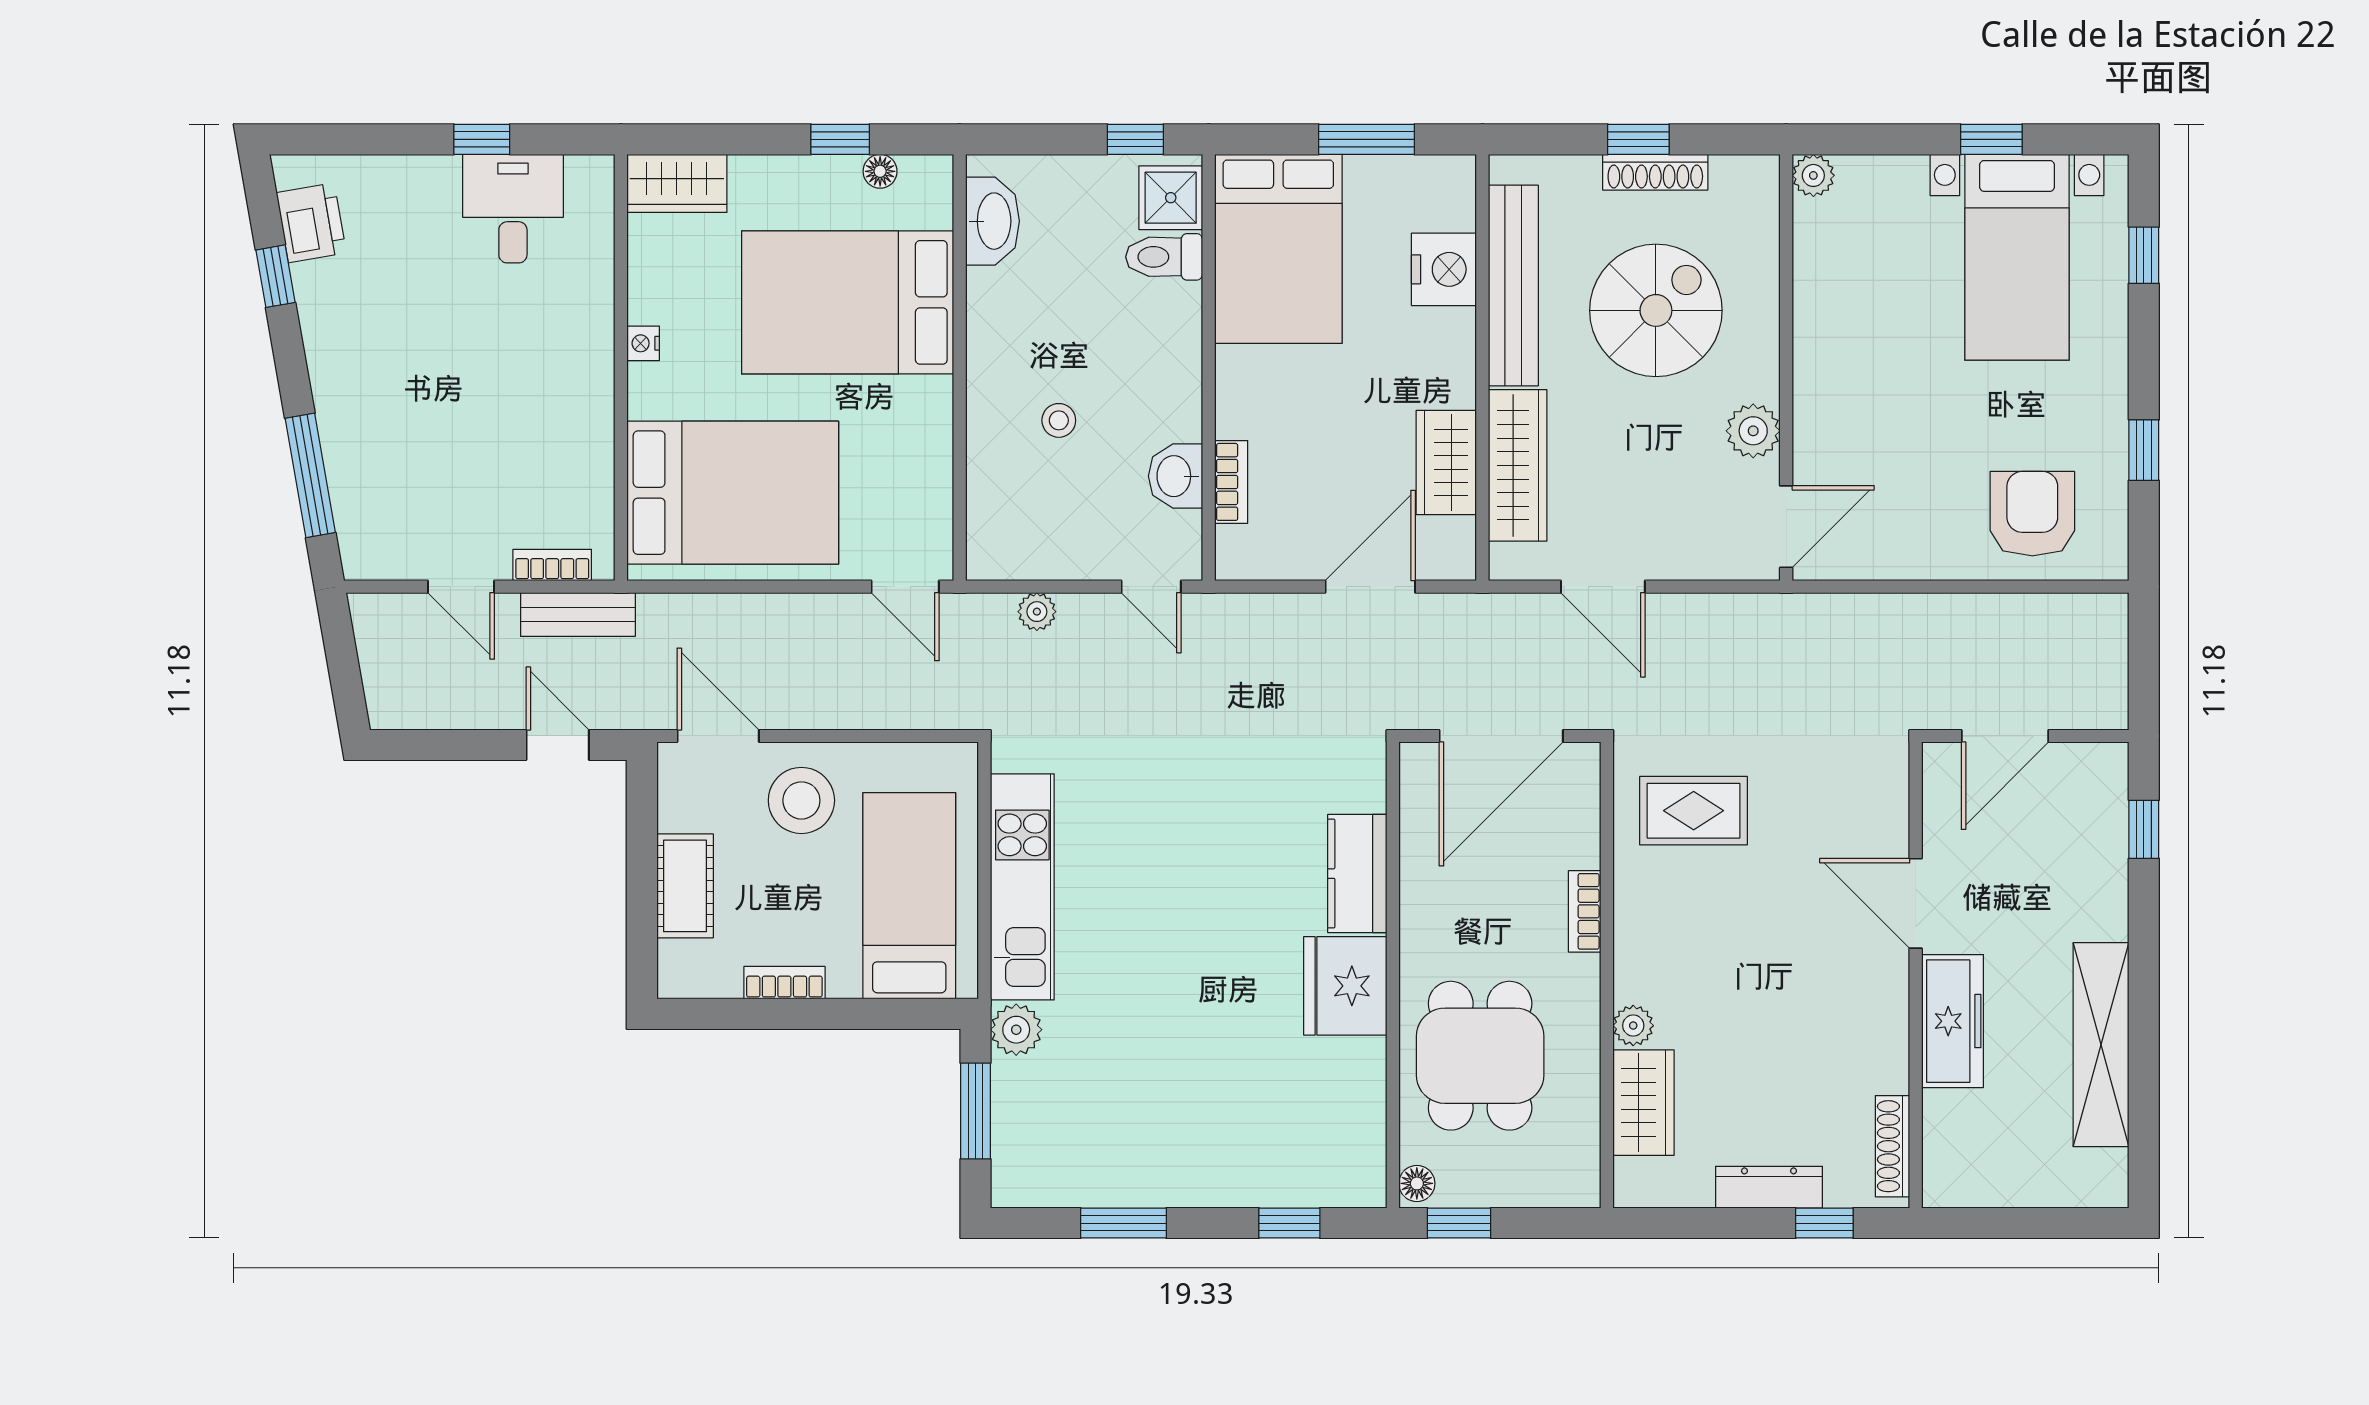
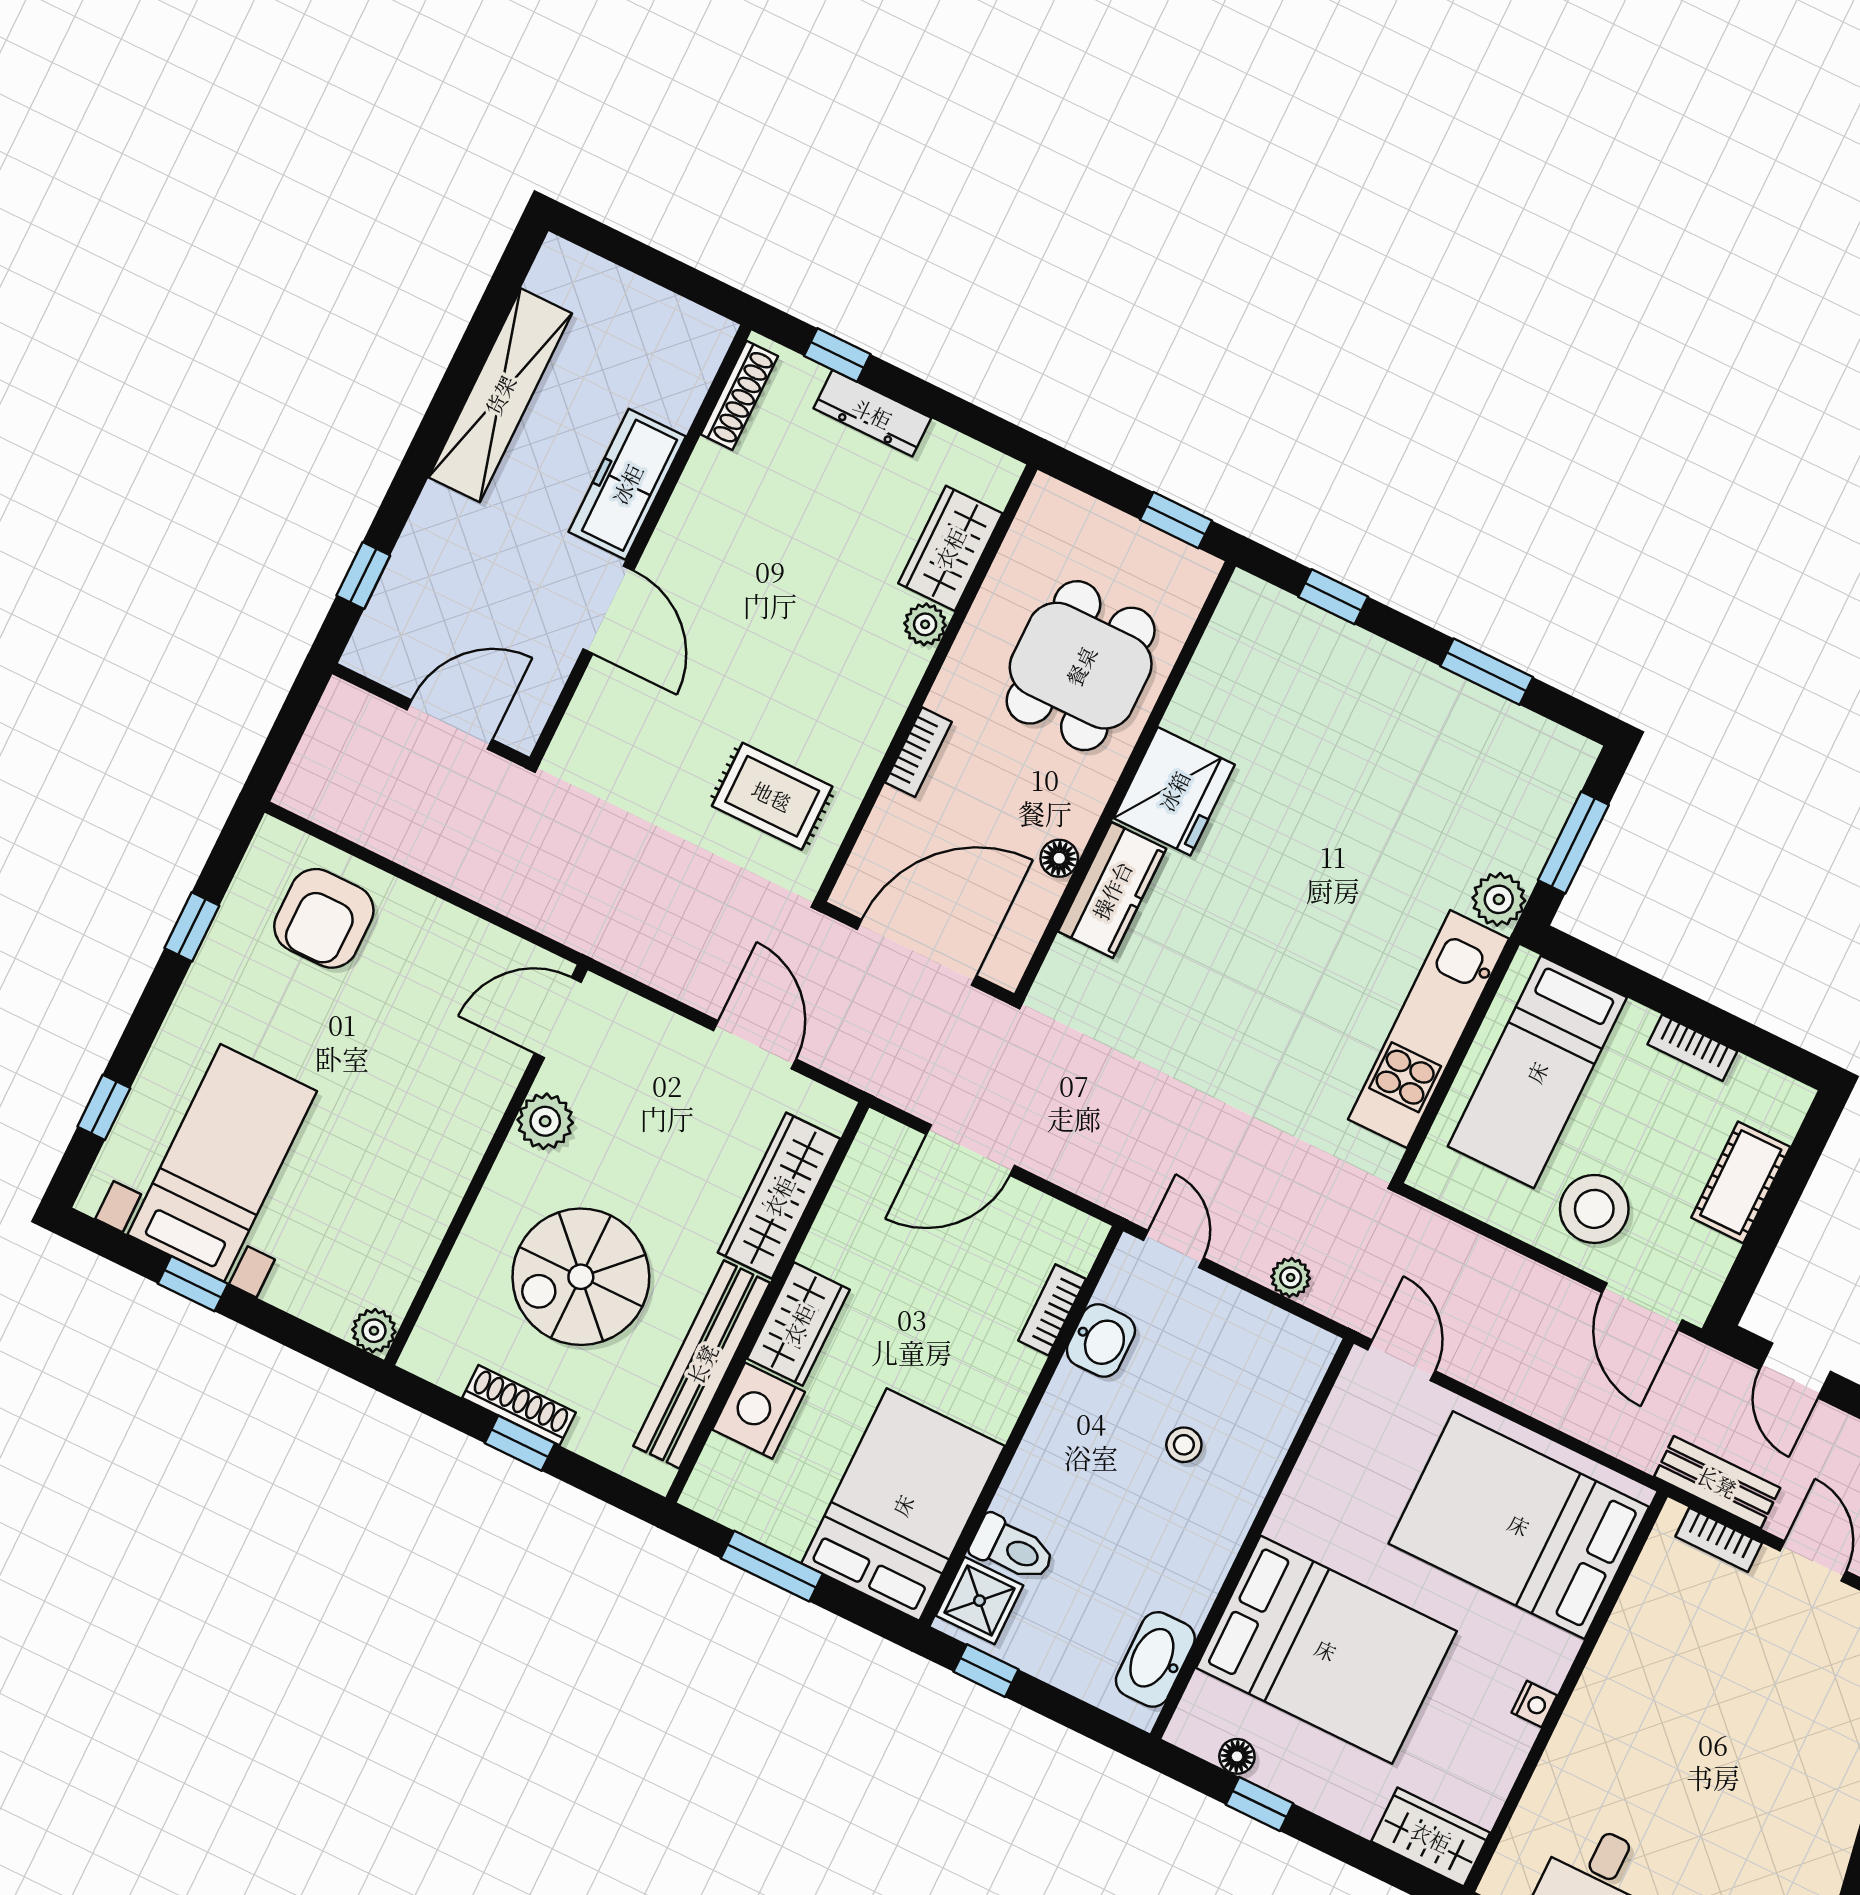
wardrobe: (1446, 462) -> (798, 1324), moved
floor lamp: (1417, 1183) -> (1059, 858), moved

